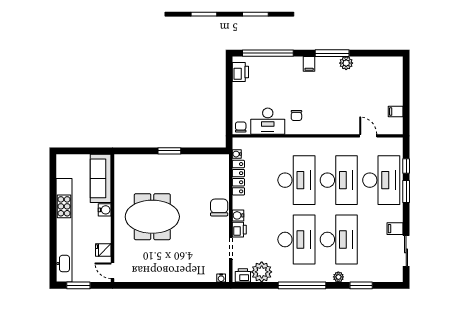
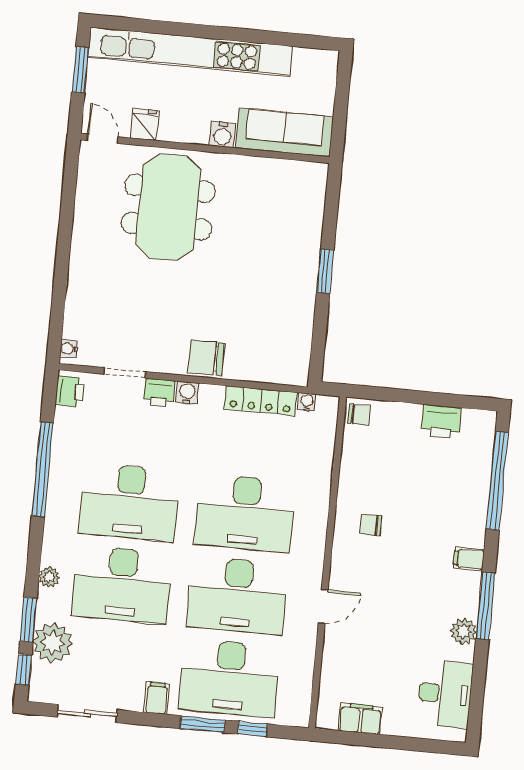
printer: (240, 72) -> (441, 421), moved
filing cabinet: (396, 112) -> (360, 719), width x2.00
desk: (268, 121) -> (445, 694), moved, turned 180
door: (368, 136) -> (323, 607), moved
chair: (219, 208) -> (206, 358), turned 180
meeting table: (152, 217) -> (168, 207), moved
filing cabinet: (395, 229) -> (157, 698), moved
door: (112, 271) -> (103, 139), hinge flipped
plant: (262, 272) -> (53, 643), moved
window: (302, 285) -> (43, 469), moved
window: (387, 285) -> (24, 670), added

